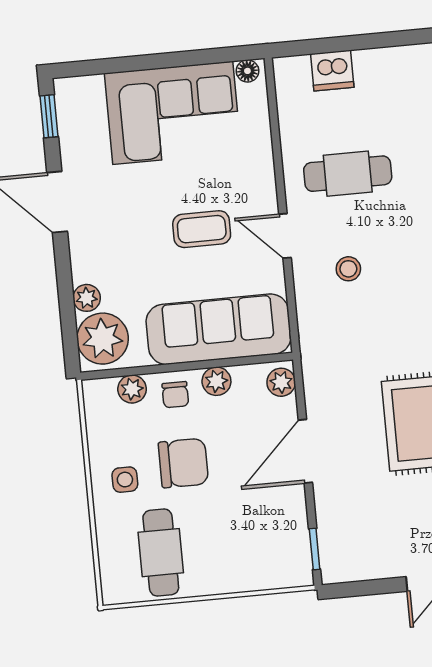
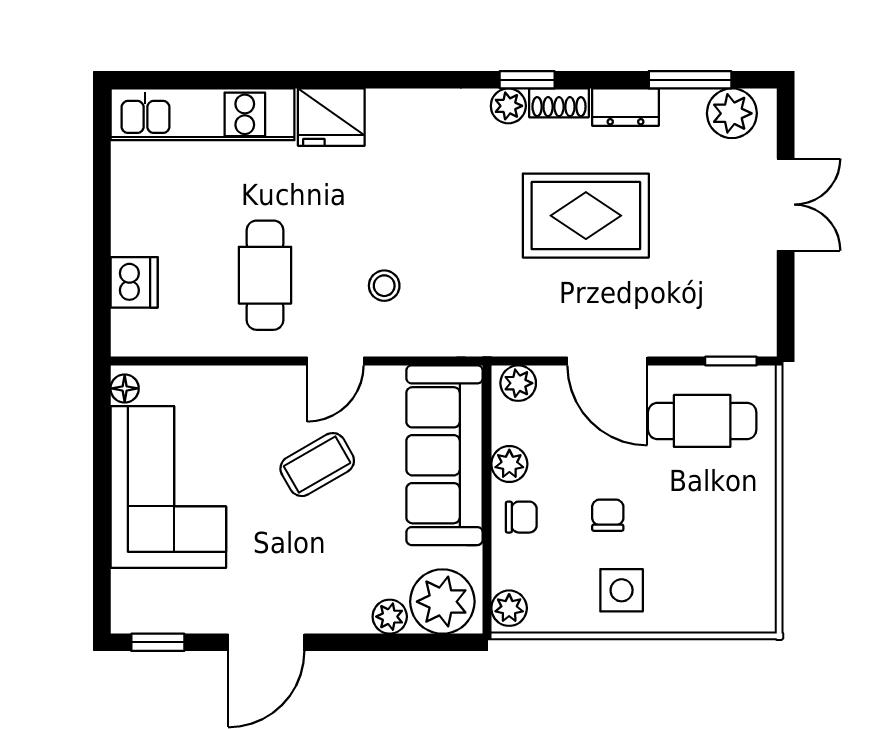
coffee table: (202, 229) -> (317, 465), turned 60
plant: (132, 389) -> (509, 608), moved
chair: (183, 463) -> (608, 515), width x0.54, depth x0.54
side table: (125, 480) -> (622, 590), width x1.37, depth x1.37
cafe table: (161, 553) -> (702, 421), moved

